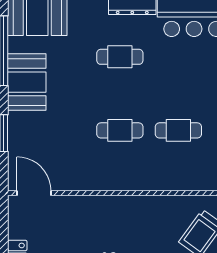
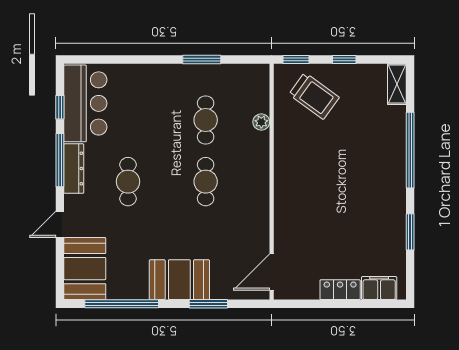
booth: (27, 82) -> (179, 280), moved
plant: (176, 183) -> (261, 122), added

